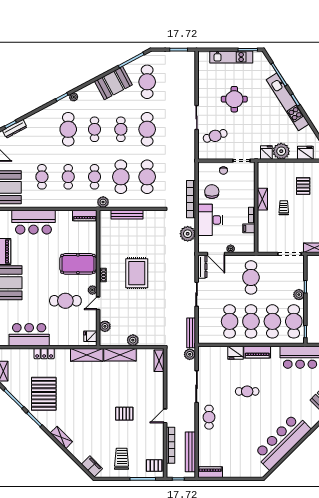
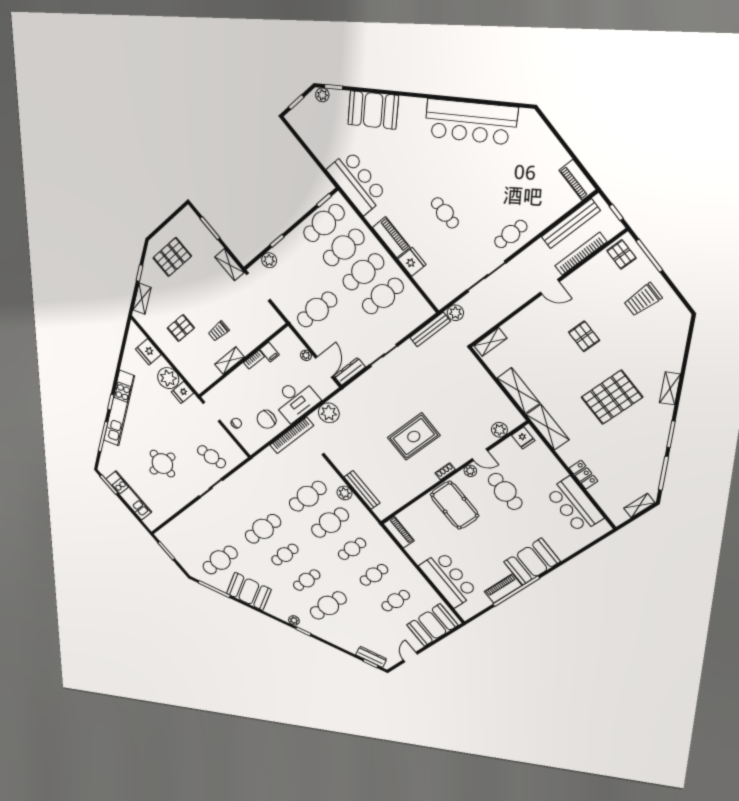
plant: (103, 202) -> (344, 493), moved
plant: (299, 295) -> (269, 260), moved
plant: (133, 340) -> (490, 388), removed
pallet: (44, 394) -> (612, 397), moved
filing cabinet: (92, 466) -> (680, 328), removed

